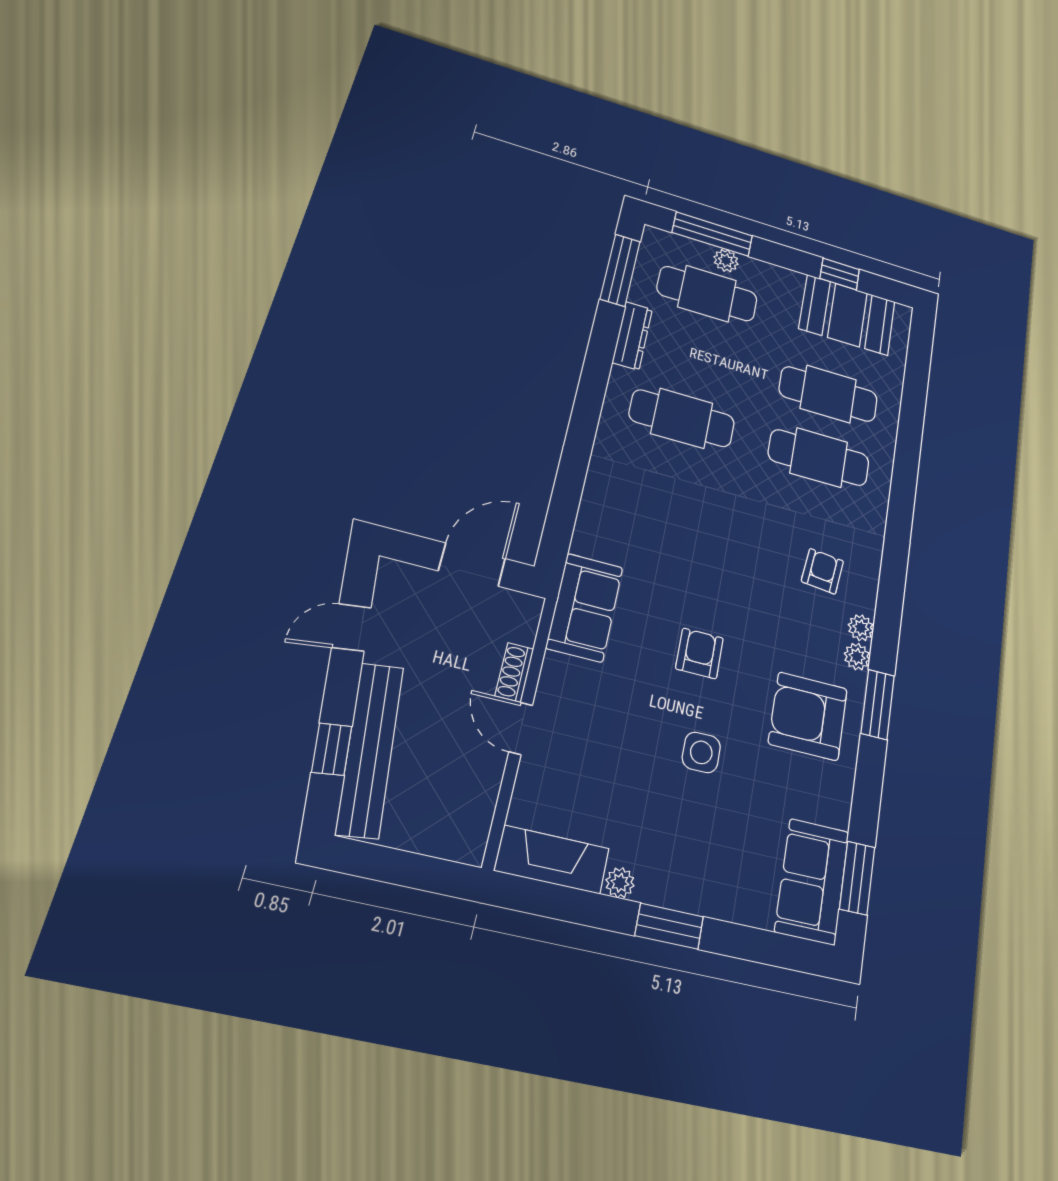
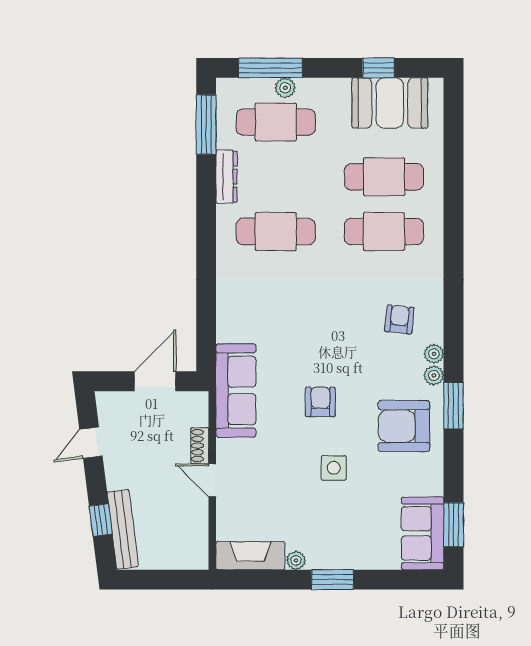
sofa: (585, 607) -> (236, 391), width x1.36
bench: (370, 749) -> (123, 529), width x0.73, depth x0.82

